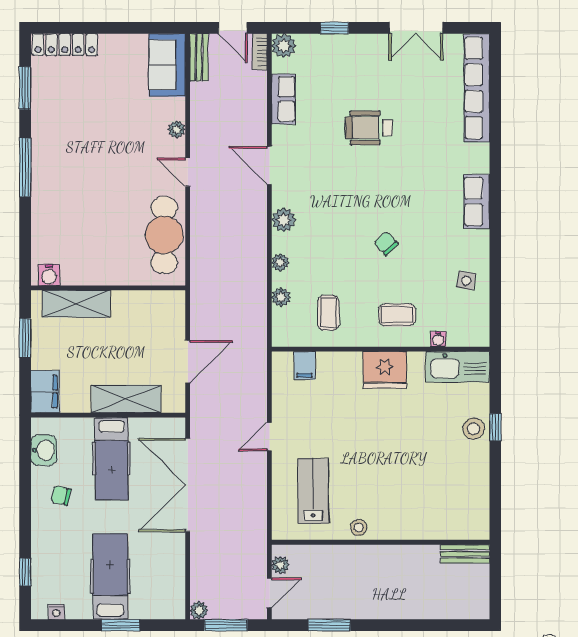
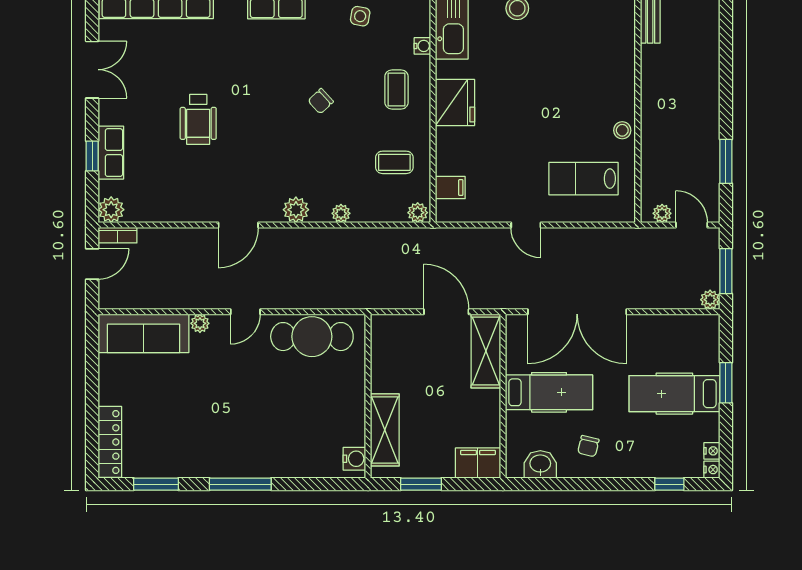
bench: (199, 57) -> (123, 300), removed
sofa: (167, 65) -> (143, 333), width x1.36
row of seats: (284, 99) -> (111, 153), moved, turned 90
plant: (281, 297) -> (418, 213), moved
shelving: (126, 399) -> (486, 351), moved
nightstand: (39, 612) -> (712, 470), added

